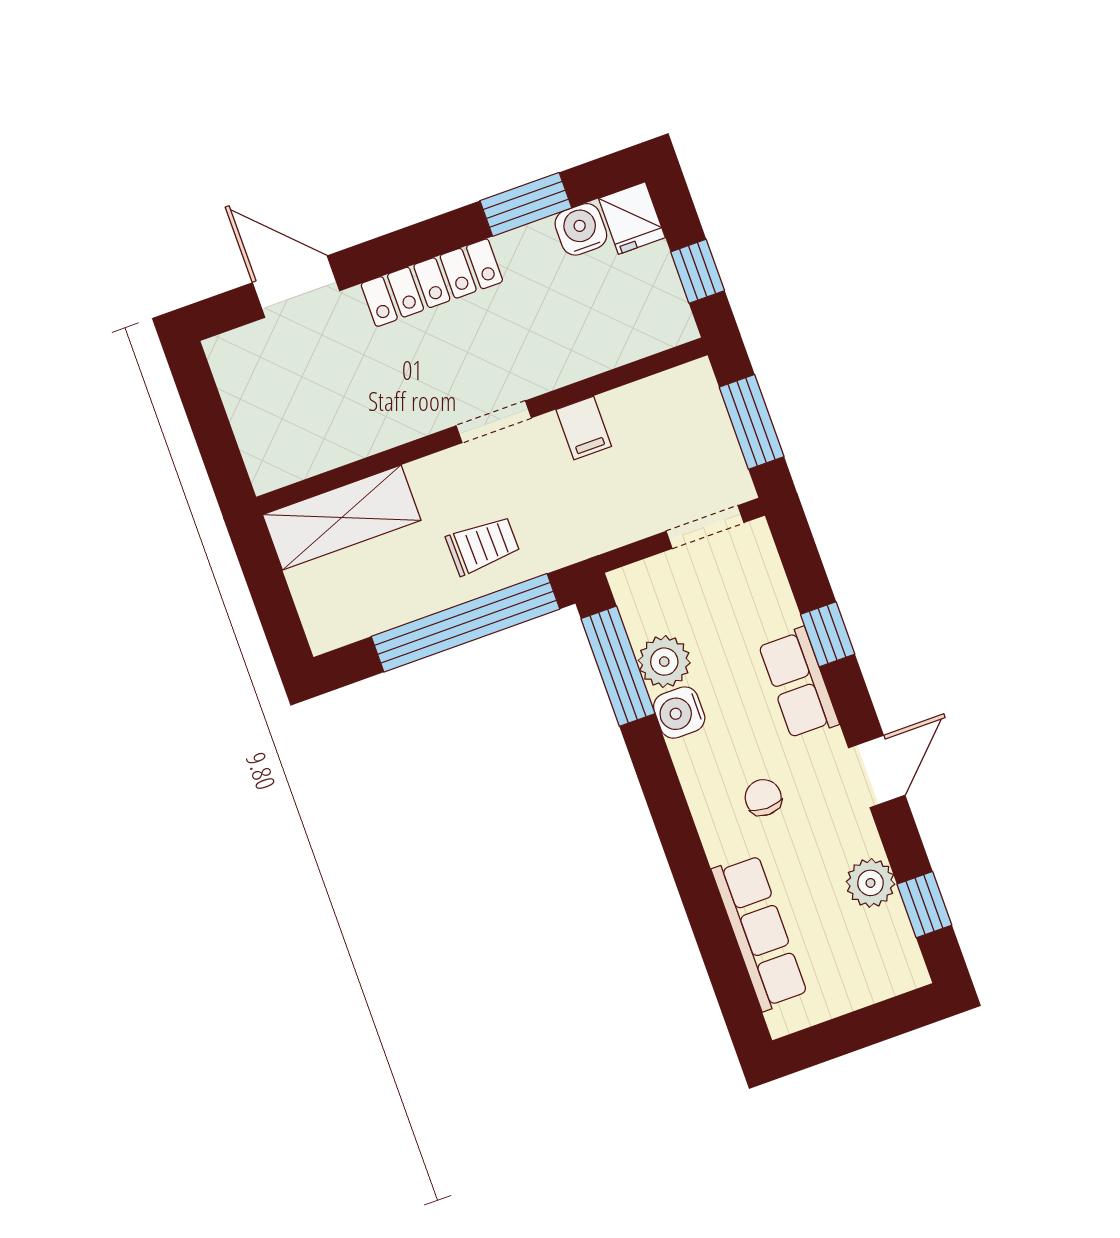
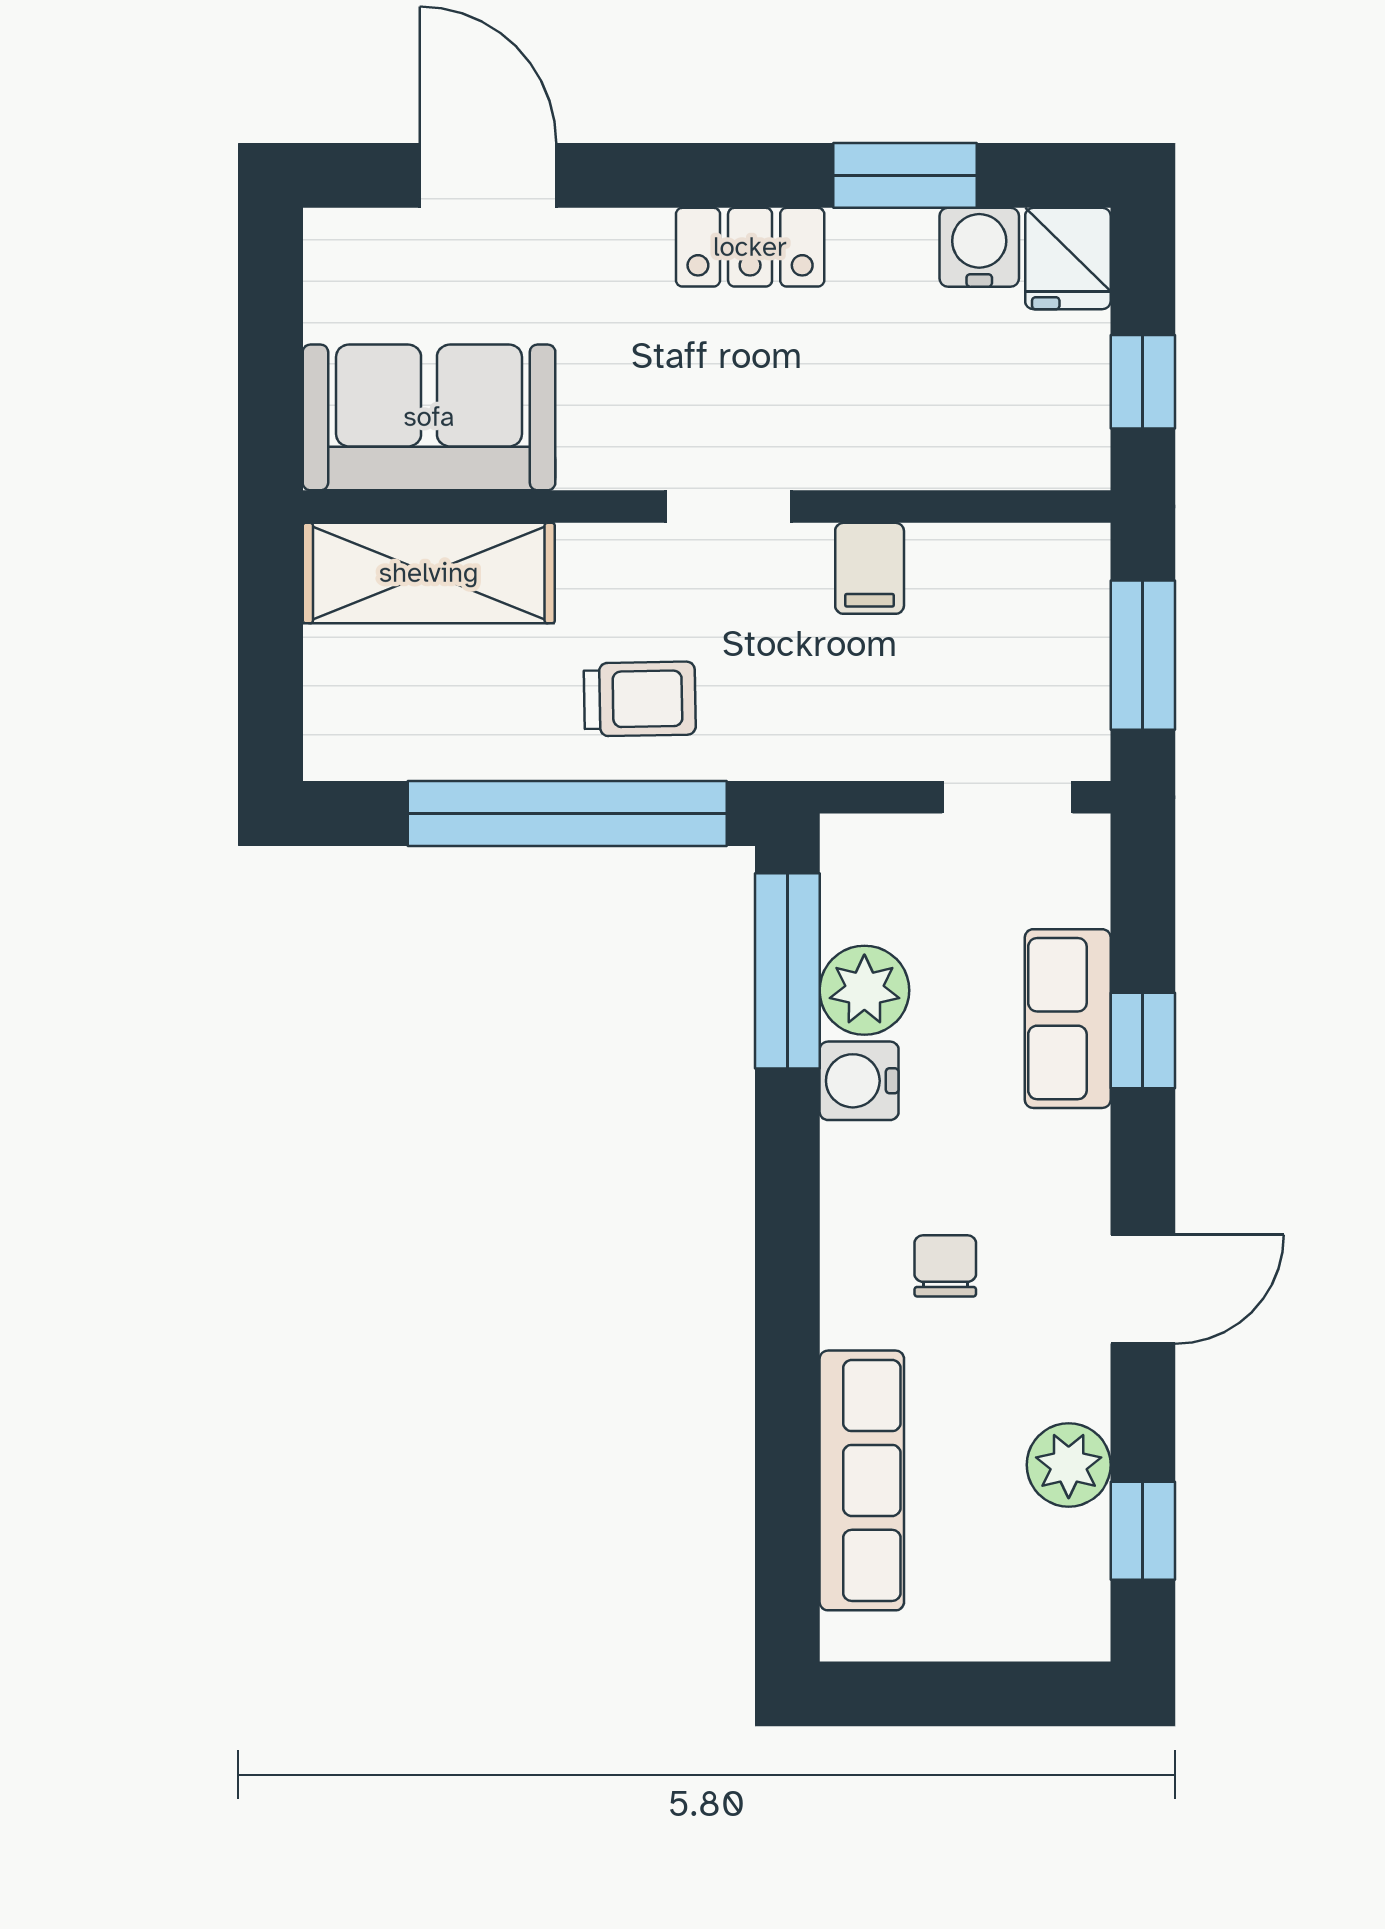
locker: (432, 283) -> (750, 247), width x0.66
sofa: (311, 432) -> (429, 417), added
row of seats: (799, 683) -> (1068, 1019), moved

